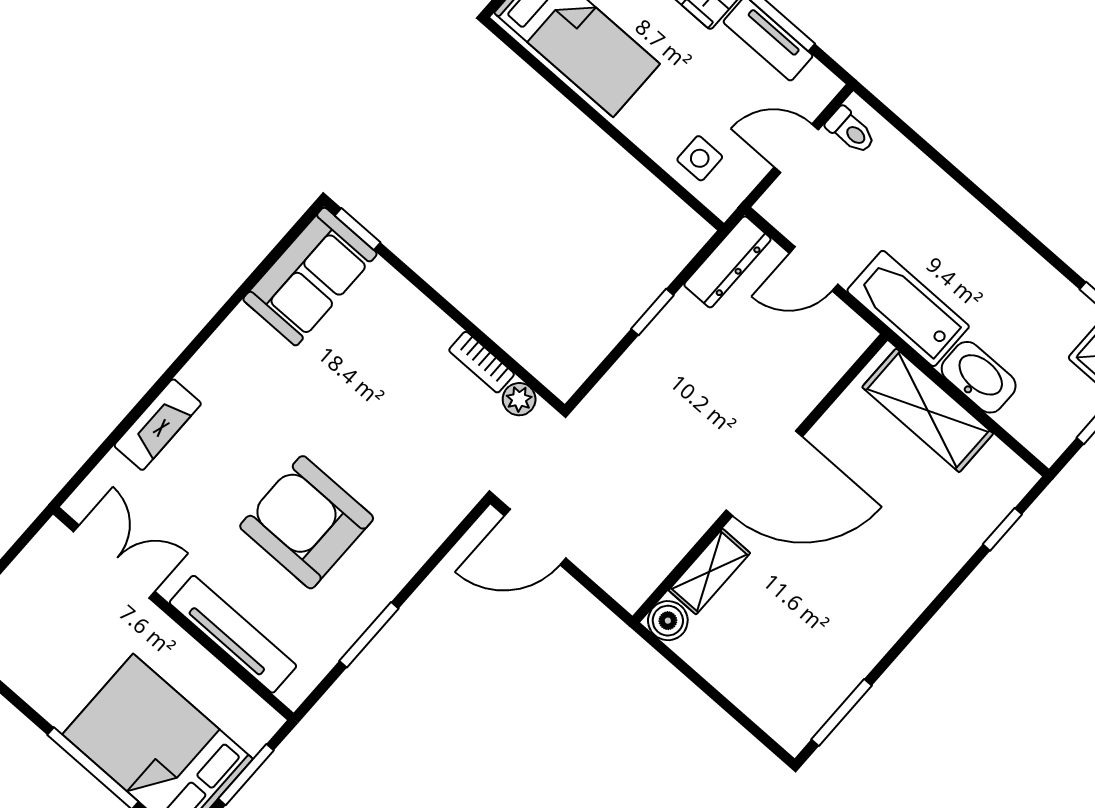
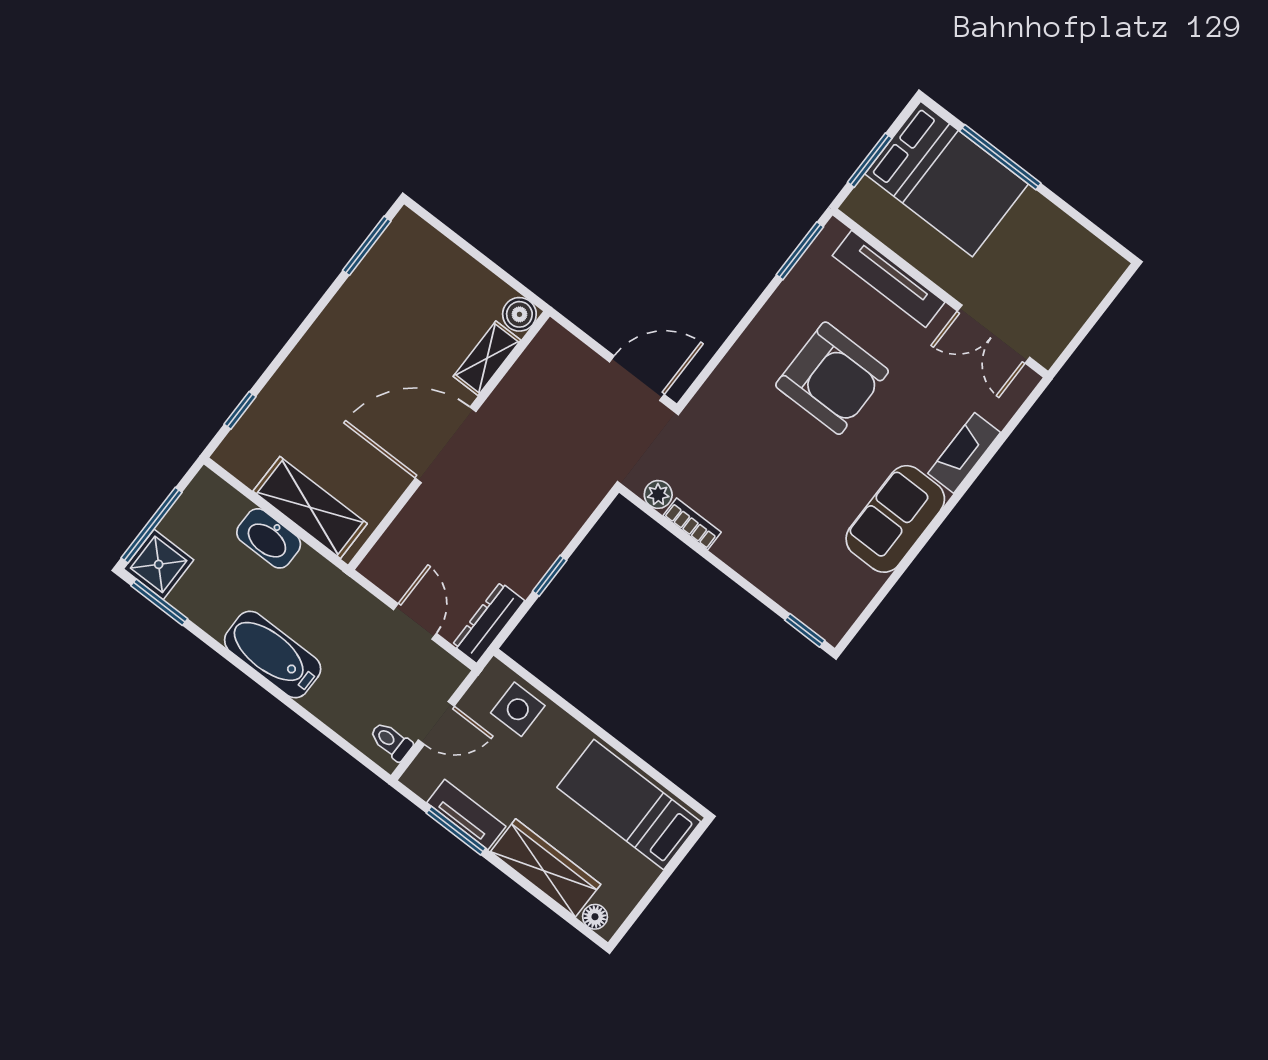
side table: (700, 158) -> (518, 709), width x1.37, depth x1.37
door: (814, 269) -> (415, 621), hinge flipped
sofa: (310, 277) -> (895, 519), moved
bathtub: (908, 309) -> (273, 654), moved, turned 180
window: (369, 635) -> (800, 251), moved

